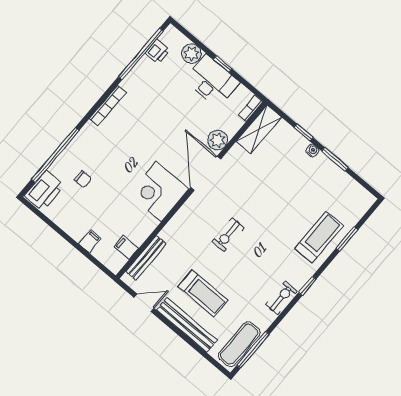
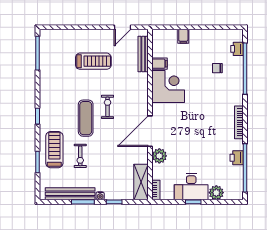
printer: (157, 52) -> (237, 158), moved
door: (206, 173) -> (150, 131), swing flipped
printer: (44, 190) -> (237, 49), width x0.53, depth x0.68
corner desk: (159, 191) -> (168, 87), moved
treadmill: (319, 237) -> (54, 150), turned 180
filing cabinet: (126, 248) -> (160, 64), moved
treadmill: (203, 293) -> (93, 61), turned 180
exercise bike: (281, 298) -> (80, 156), moved
bench: (187, 325) -> (70, 194), moved
exercise mat: (239, 344) -> (86, 118), moved

